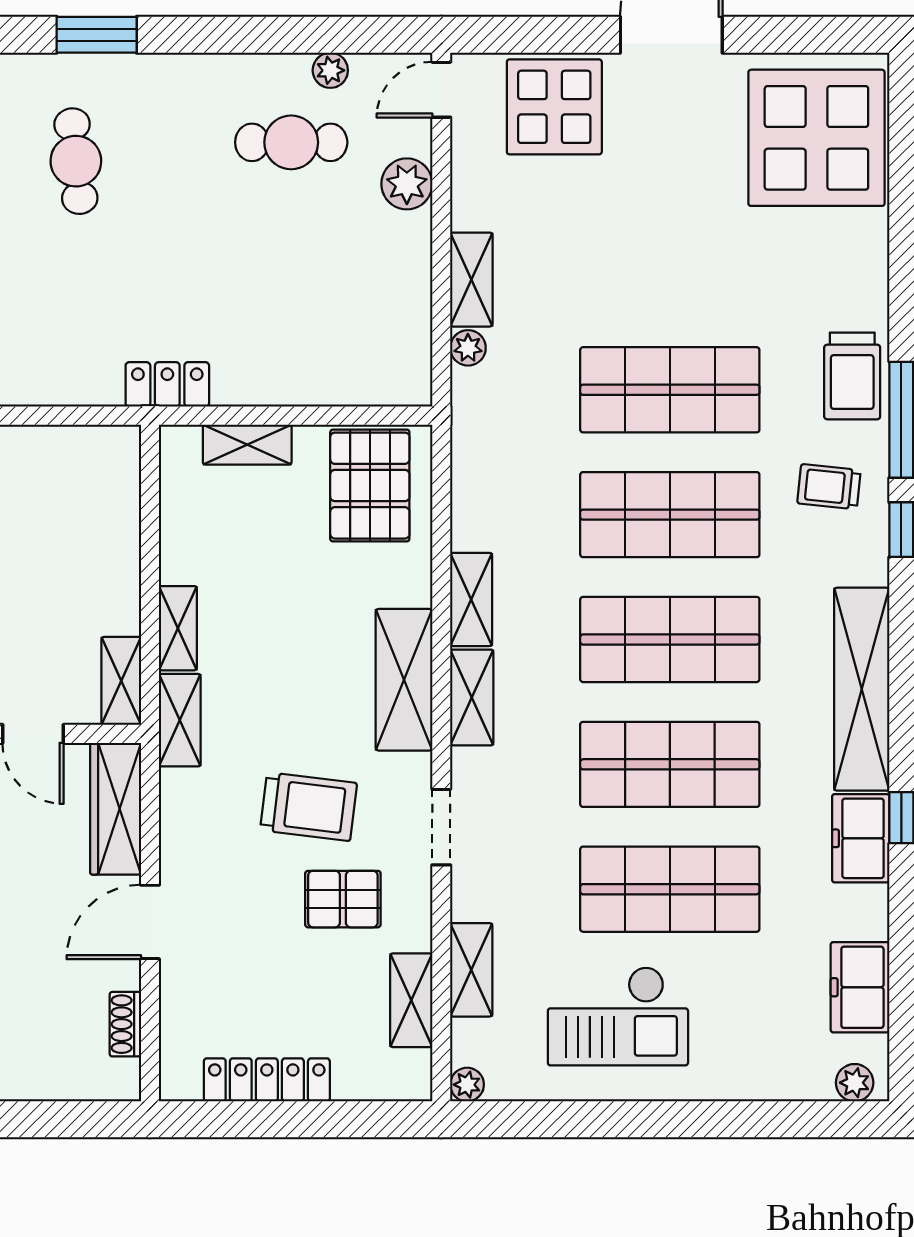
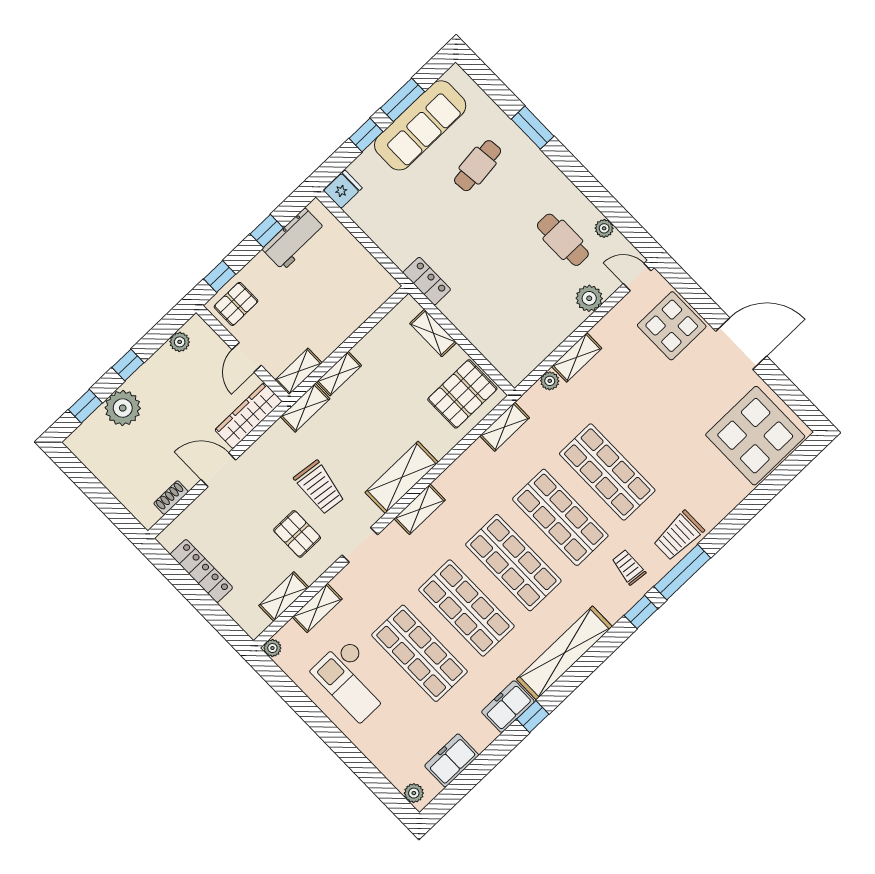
shelving: (471, 599) -> (505, 427), moved

